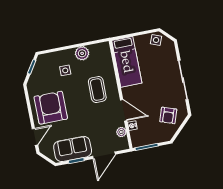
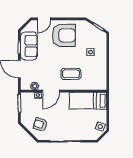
plant: (82, 53) -> (101, 68), removed
door: (35, 137) -> (44, 19), hinge flipped

